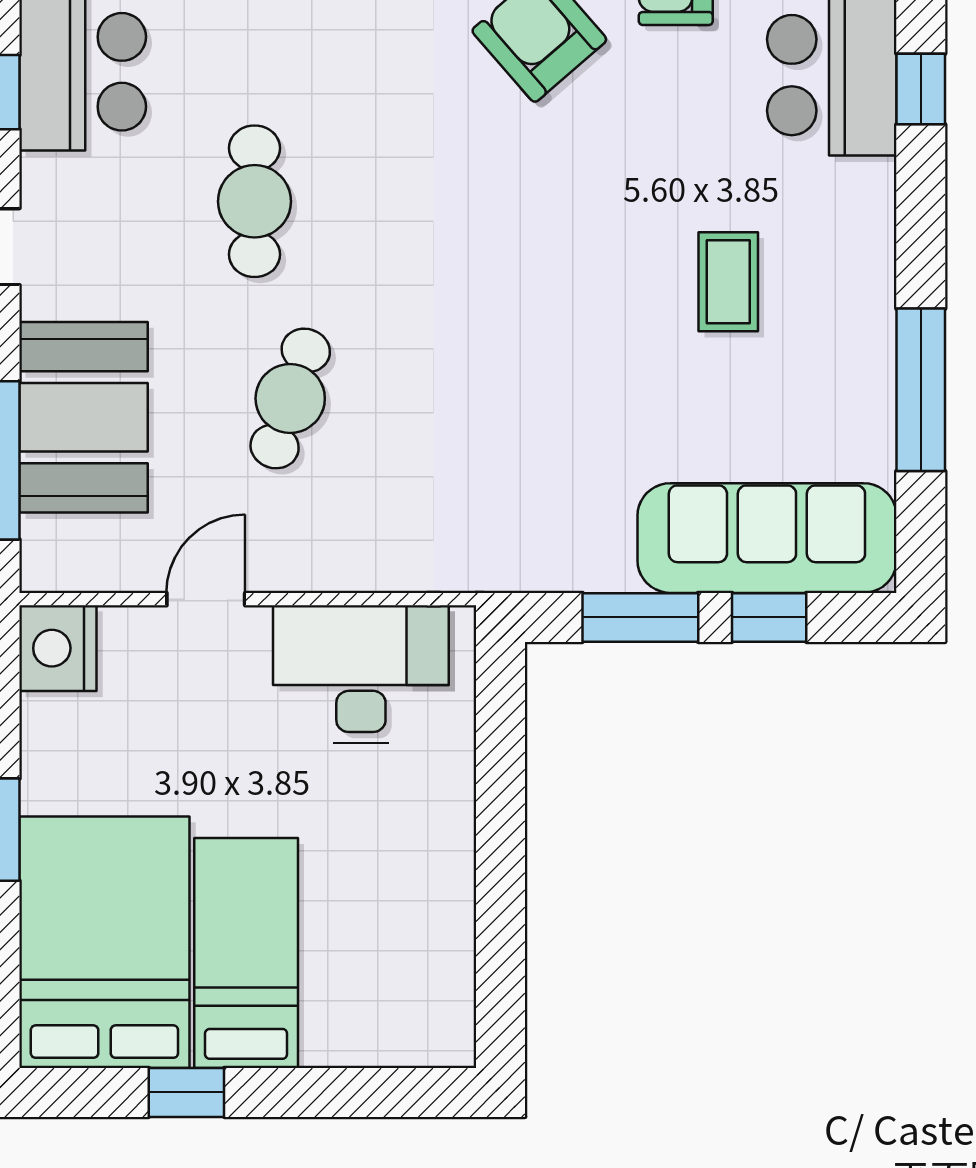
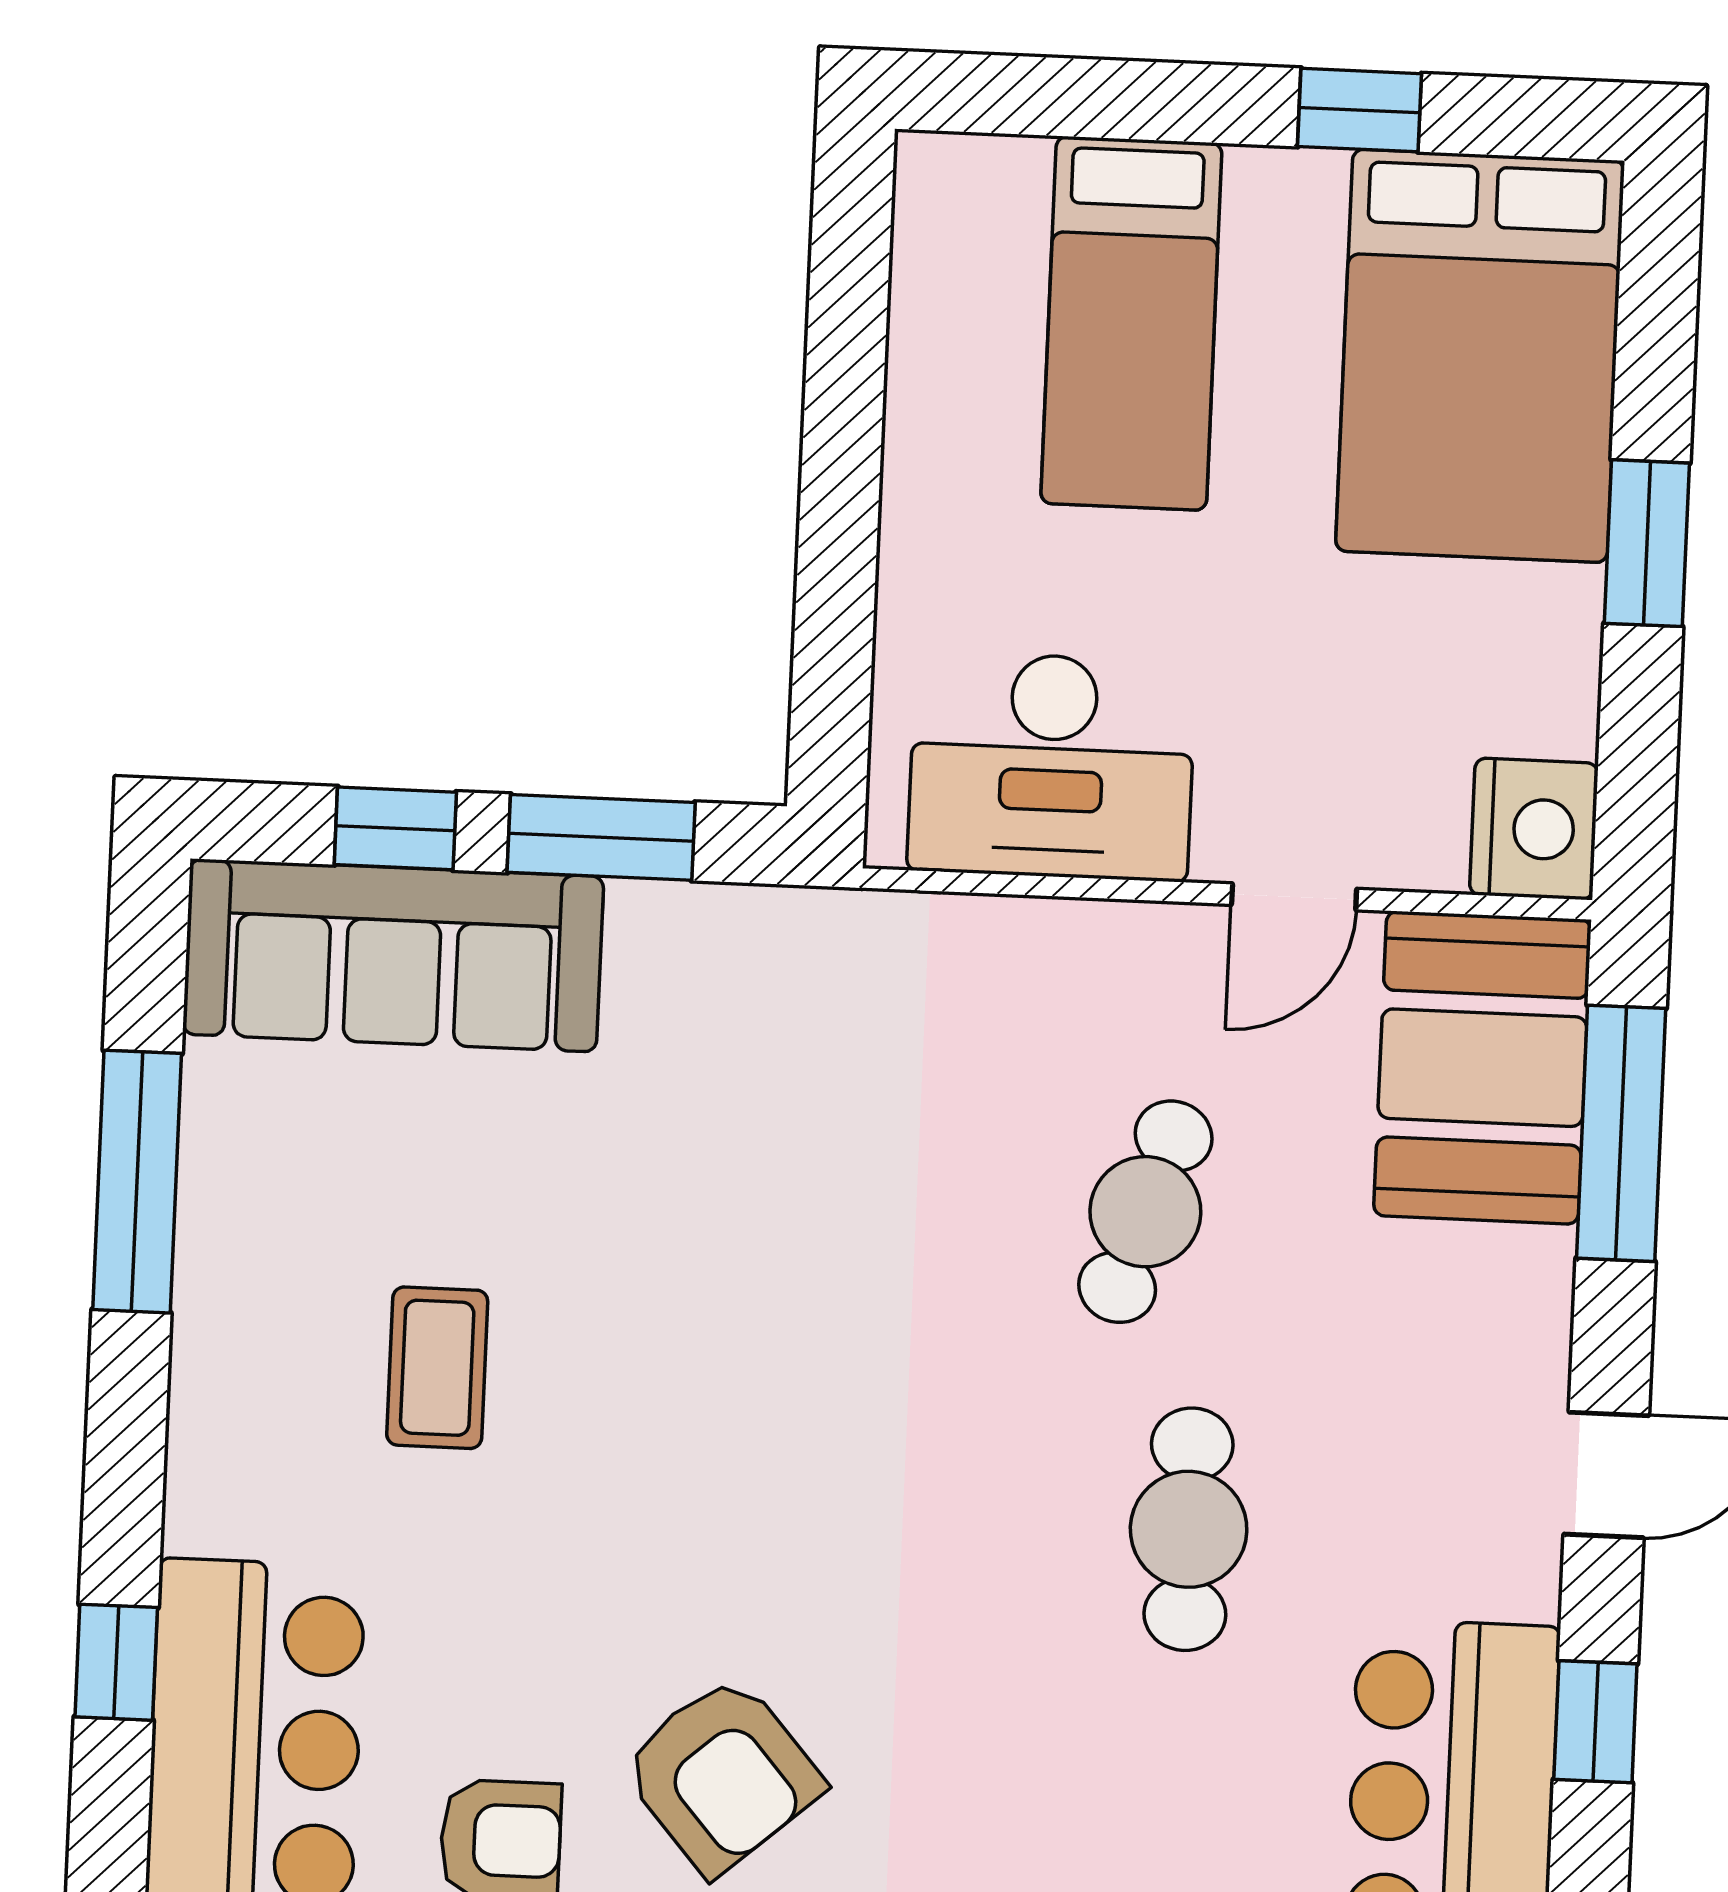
booth: (84, 417) -> (1482, 1068), moved
bed: (246, 953) -> (1131, 323), moved

